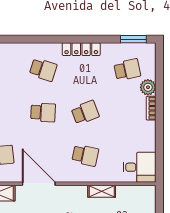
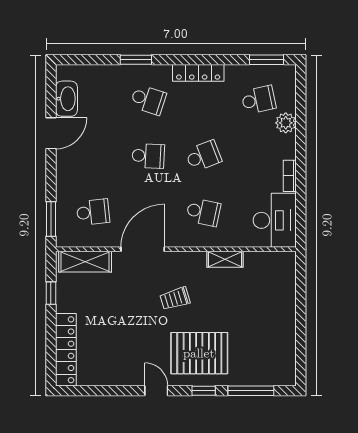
window: (34, 39) -> (136, 60), added
bookcase: (151, 108) -> (290, 176), moved
desk: (140, 167) -> (275, 220), width x1.37
door: (39, 184) -> (143, 249), hinge flipped

